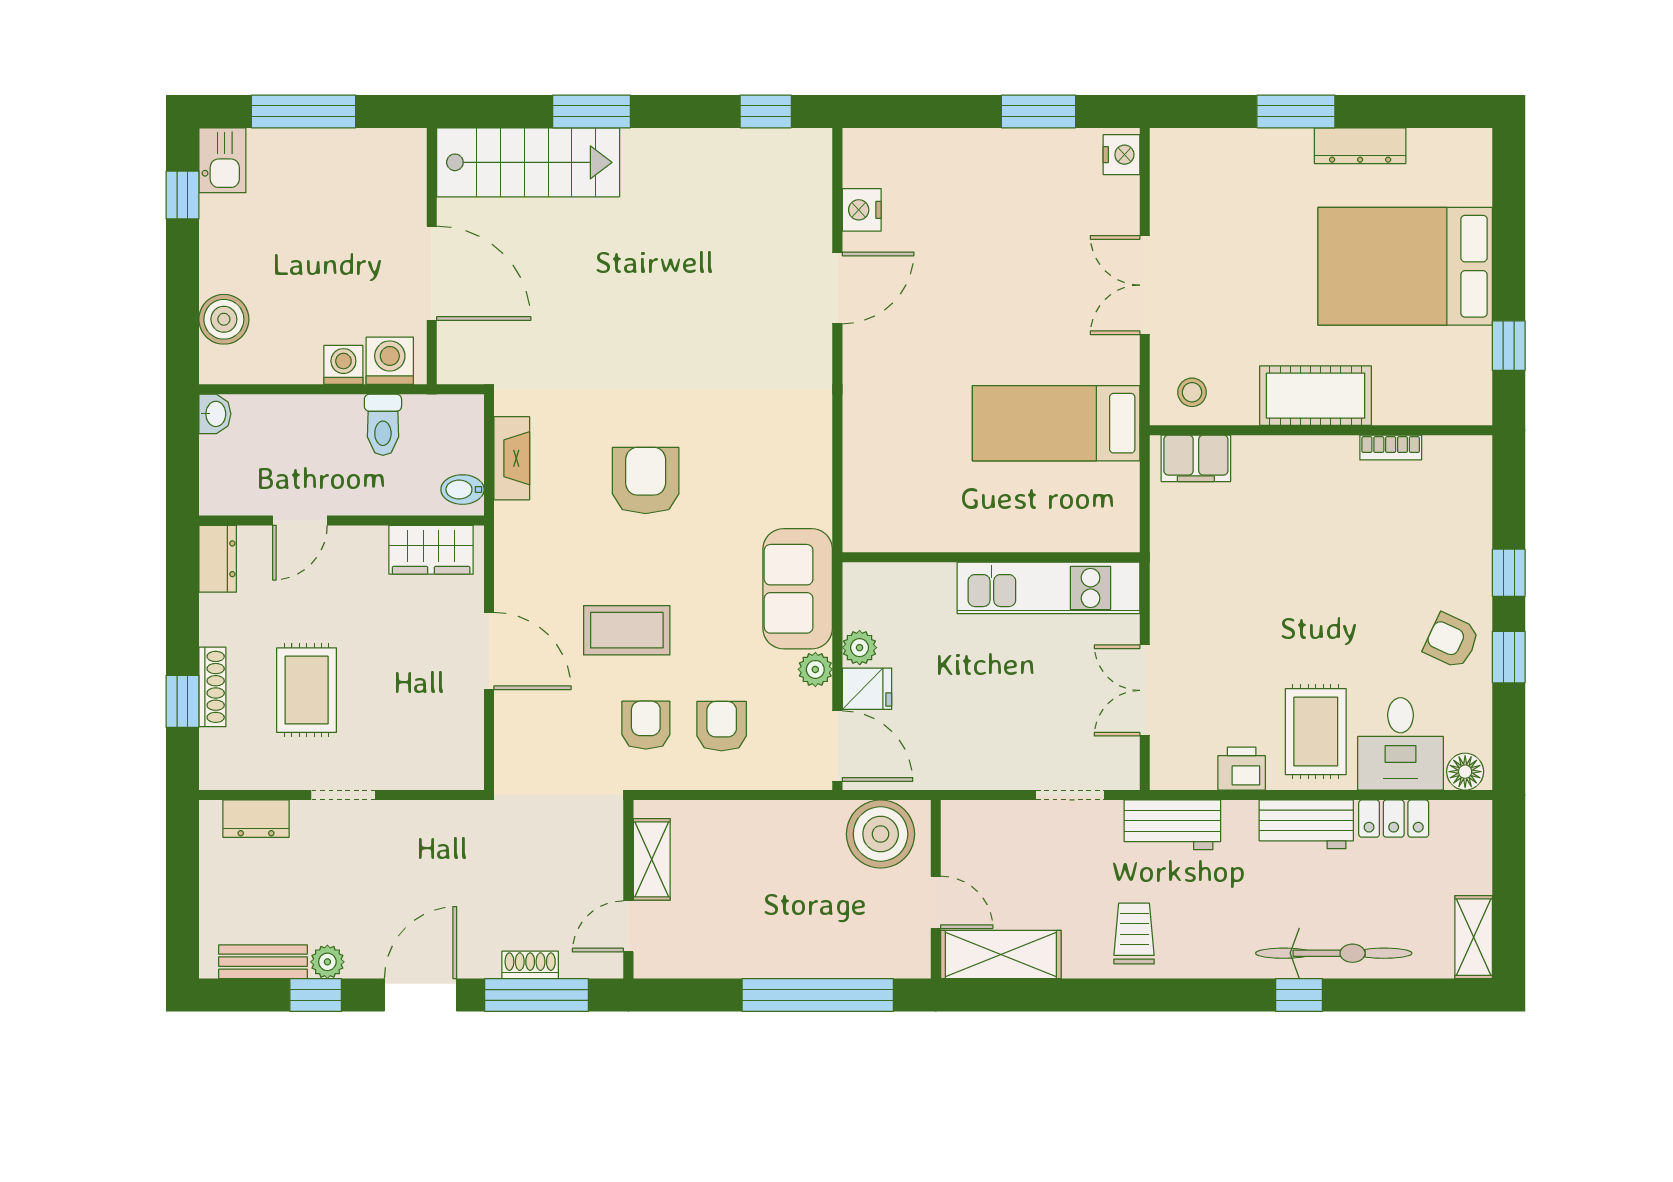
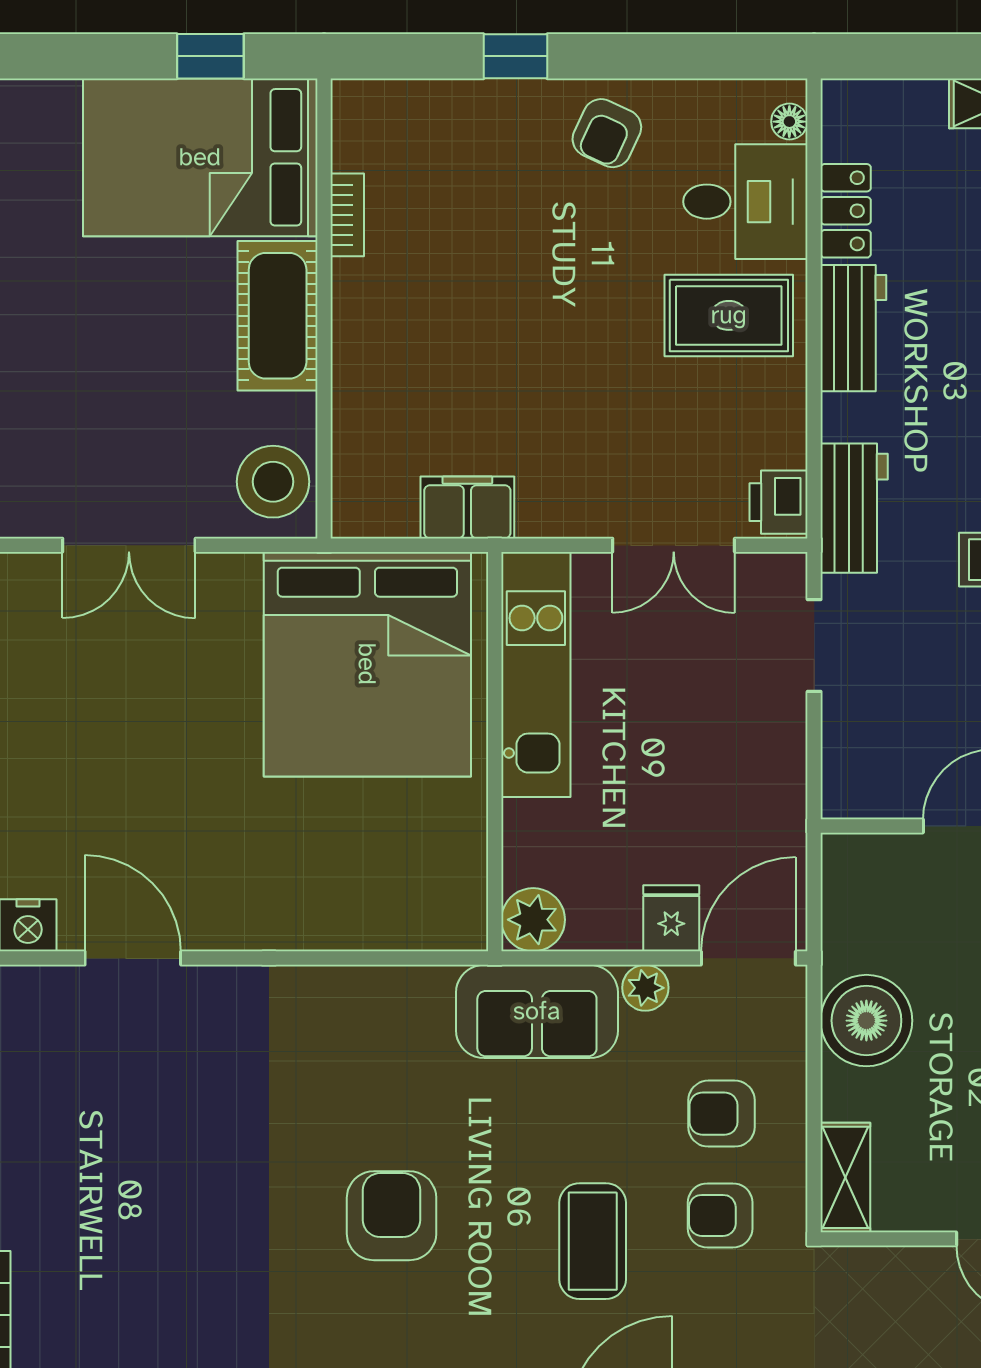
bed: (1405, 266) -> (200, 157), moved, turned 90
stool: (1192, 392) -> (273, 482), width x1.89, depth x1.89
bed: (1056, 423) -> (367, 664), width x2.04
filing cabinet: (1196, 458) -> (467, 507), moved, turned -90
armchair: (646, 480) -> (392, 1216), turned 90
plant: (860, 648) -> (533, 920), moved, width x1.38, depth x1.38
window: (1509, 657) -> (629, 56), removed
printer: (1242, 769) -> (779, 502), moved
floor lamp: (1465, 772) -> (789, 122), width x0.73, depth x0.73
boiler: (881, 834) -> (866, 1021), moved
shelving: (652, 859) -> (845, 1177), moved, turned 90

